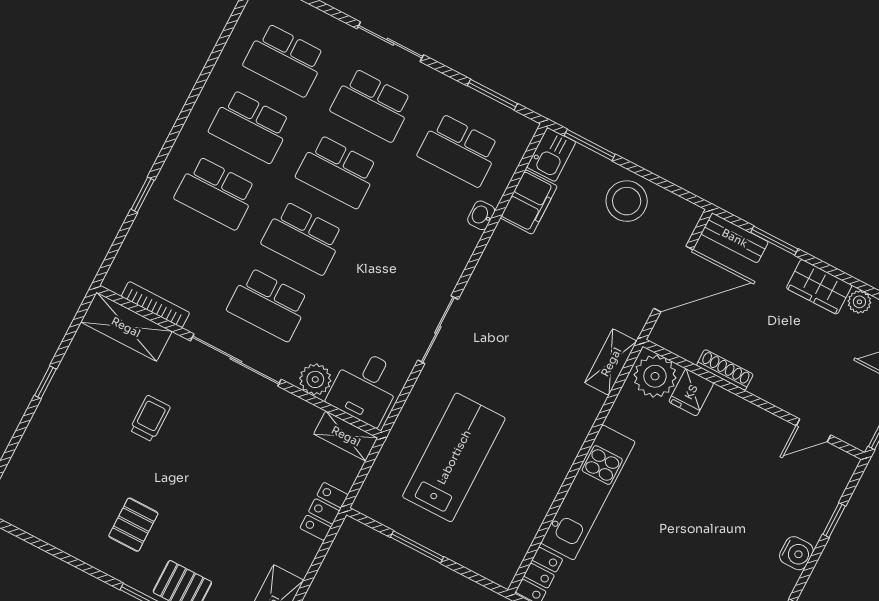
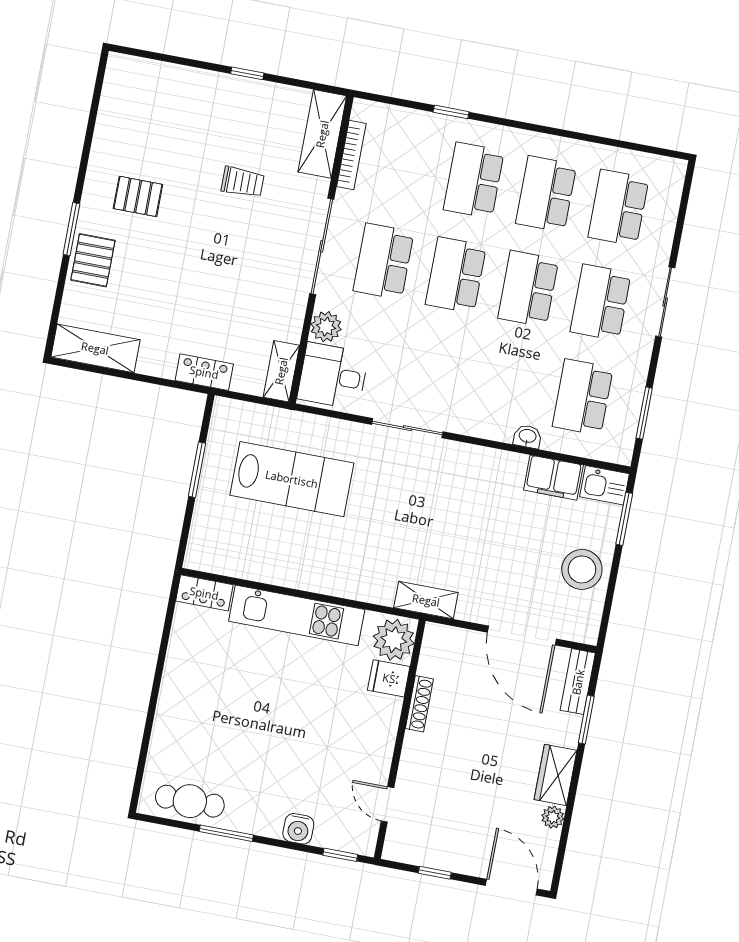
shoe rack: (725, 370) -> (419, 704), moved
plant: (655, 376) -> (394, 640), moved
fridge: (691, 392) -> (389, 678), moved
wall: (754, 399) -> (400, 739), moved
door: (814, 430) -> (387, 804), moved

